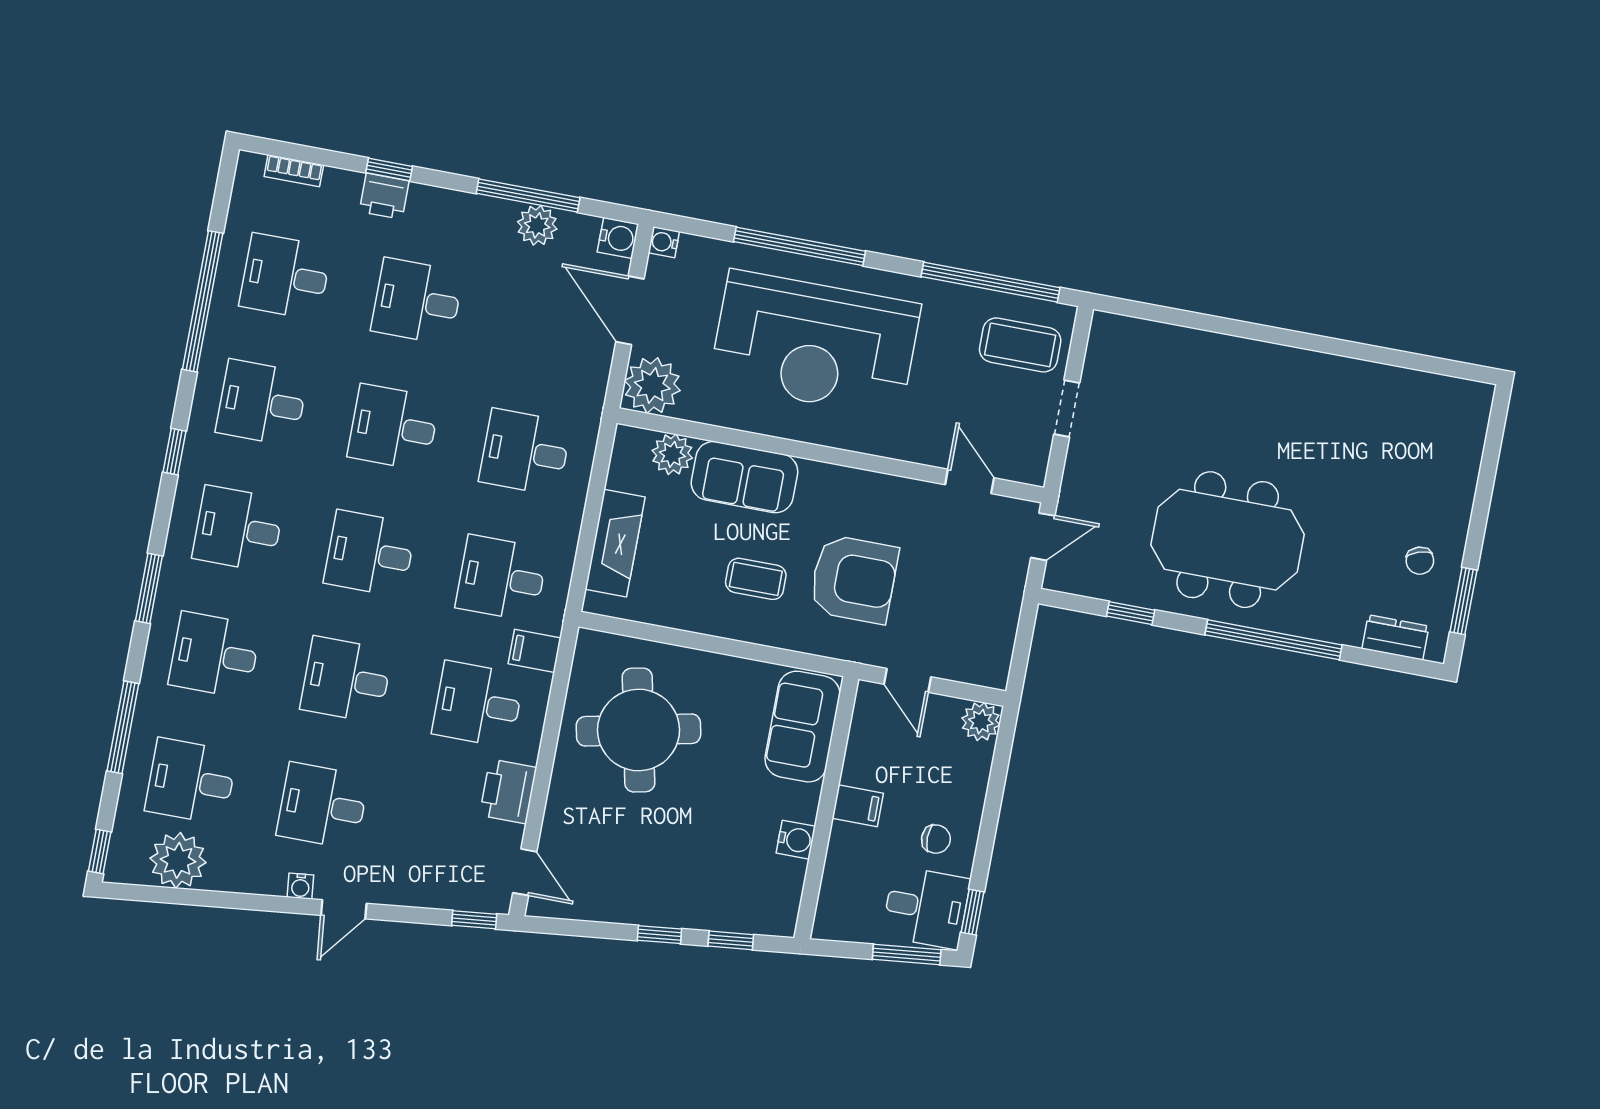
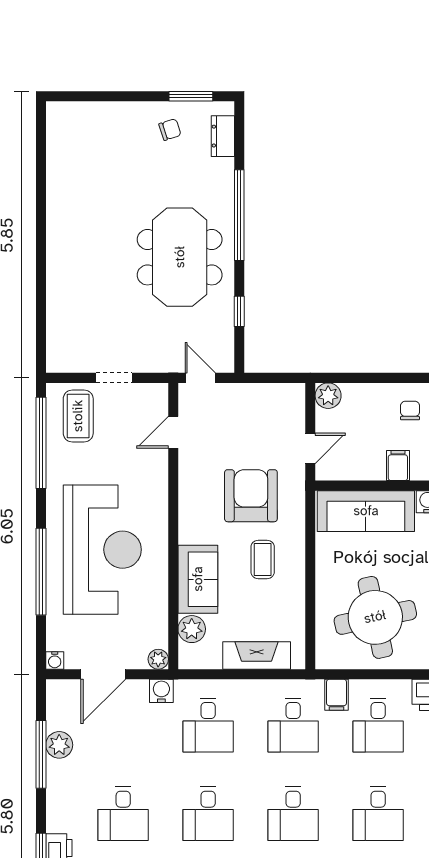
water cooler: (618, 238) -> (161, 691), moved
plant: (652, 386) -> (158, 659), width x0.53, depth x0.53
sofa: (803, 727) -> (366, 511), width x1.36

